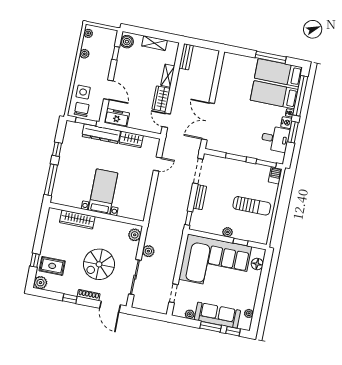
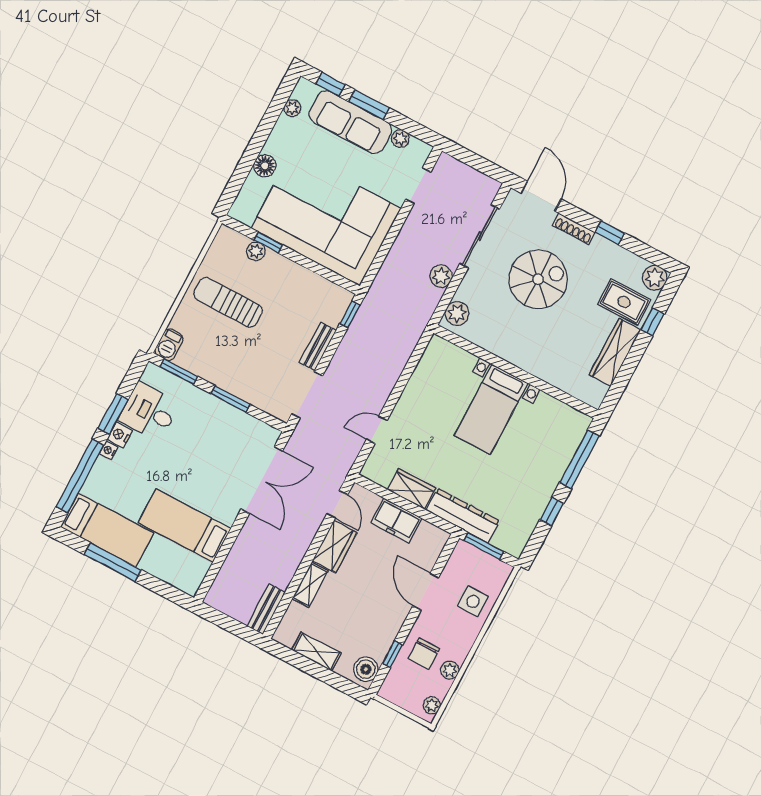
bed: (274, 95) -> (185, 526), moved, turned 180
chair: (82, 109) -> (424, 654), moved
freezer: (117, 118) -> (396, 520), moved
wardrobe: (77, 220) -> (615, 352), moved, turned -90
plant: (228, 232) -> (256, 251), moved
floor lamp: (257, 264) -> (265, 166), moved

